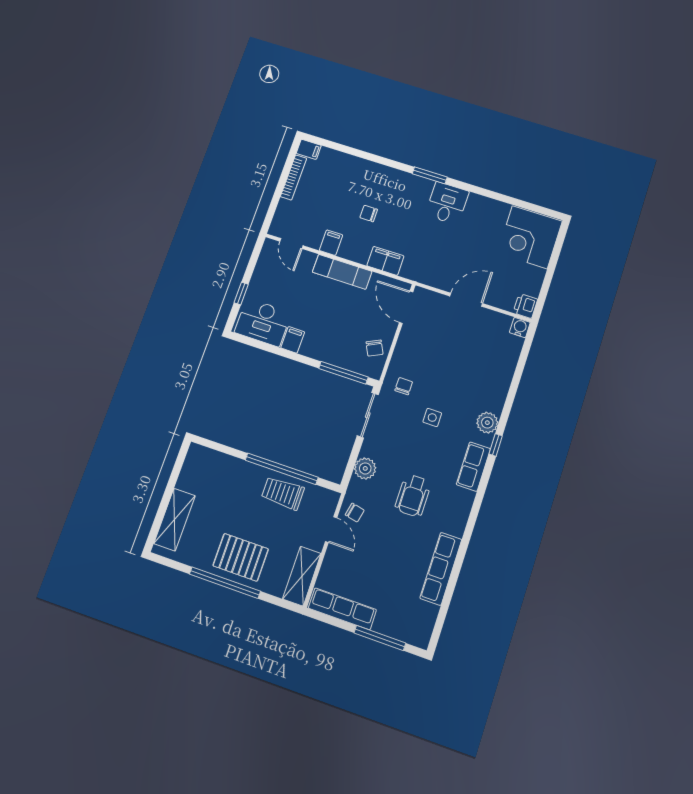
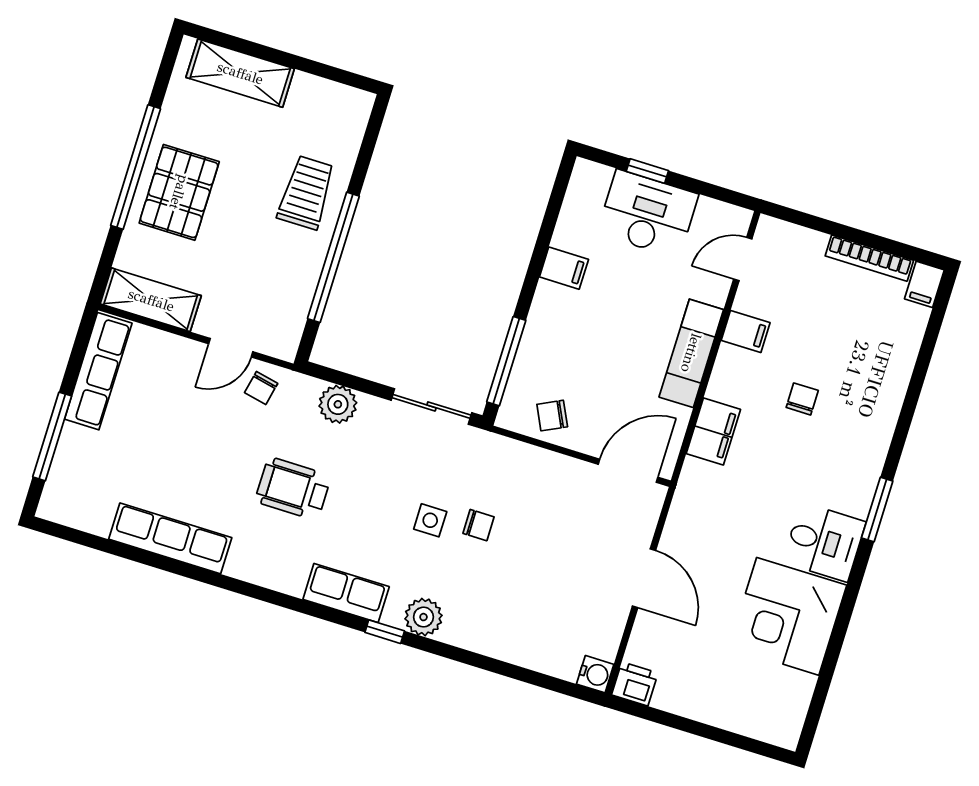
corner desk: (530, 237) -> (788, 616), moved, turned -90
desk: (263, 322) -> (648, 214), moved, turned 90
chair: (404, 386) -> (478, 525), moved
trolley: (283, 493) -> (306, 193), moved

